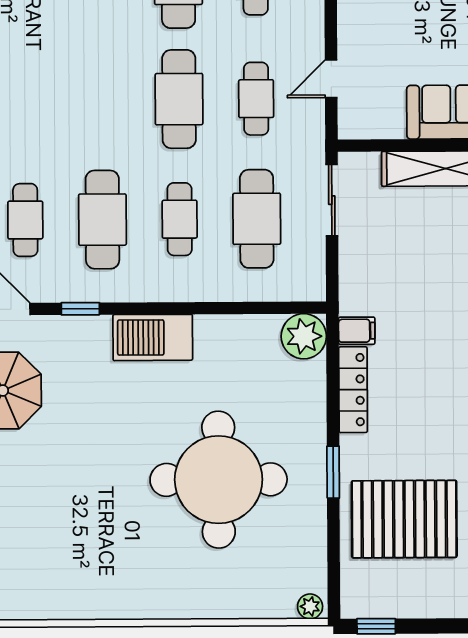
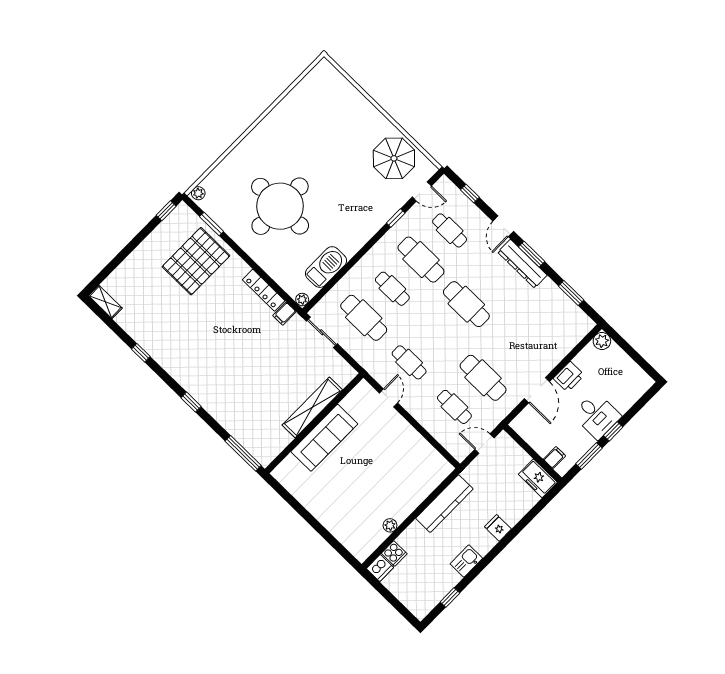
cafe table: (179, 99) -> (466, 304), moved
sliding door: (332, 200) -> (322, 332), moved
plant: (304, 336) -> (302, 300), width x0.53, depth x0.53
barbecue: (153, 337) -> (326, 267), moved
window: (333, 472) -> (212, 224), moved

